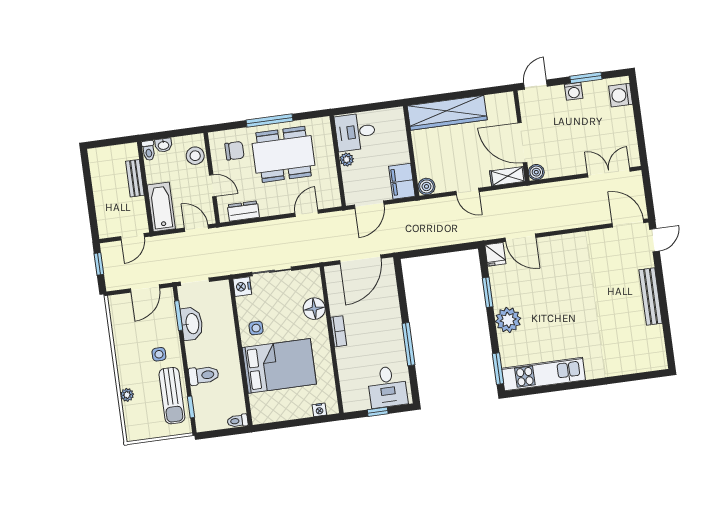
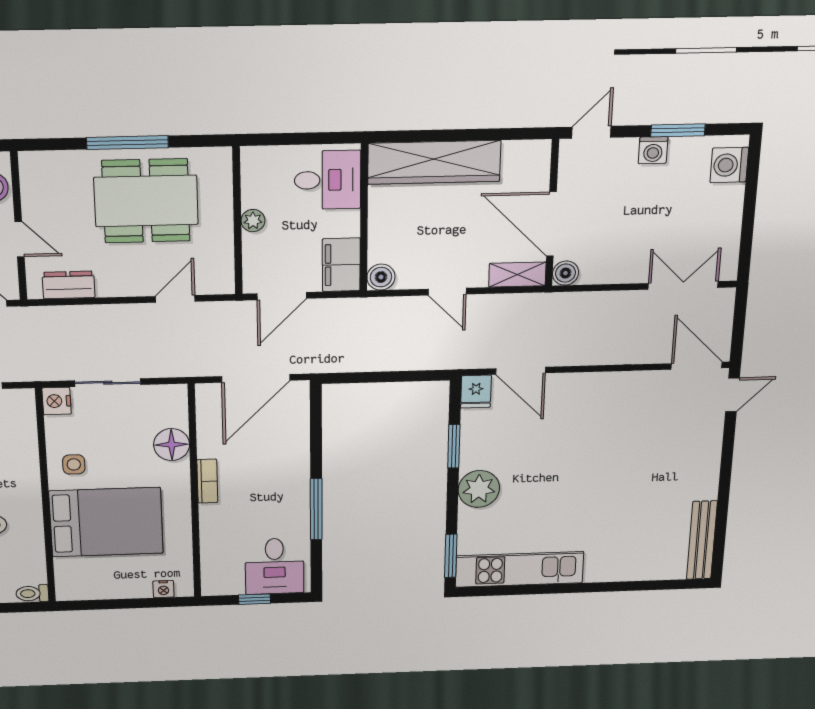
desk: (355, 132) -> (328, 180), moved, turned 180
chair: (234, 151) -> (62, 186), removed
bench: (651, 296) -> (702, 540), moved

